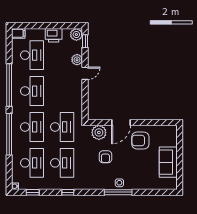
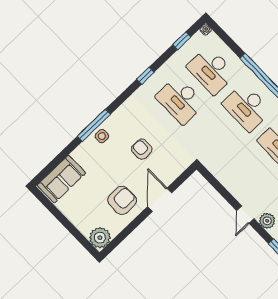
desk: (62, 127) -> (216, 137), removed
plant: (99, 132) -> (100, 238), moved
sofa: (168, 162) -> (61, 179), moved, turned 90

